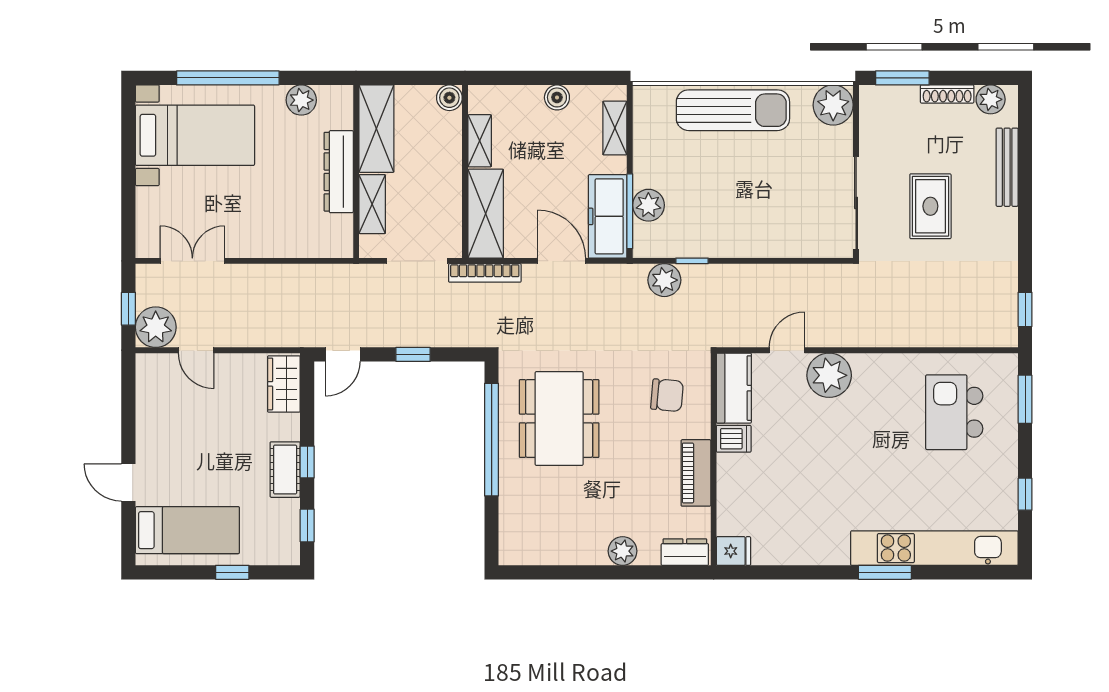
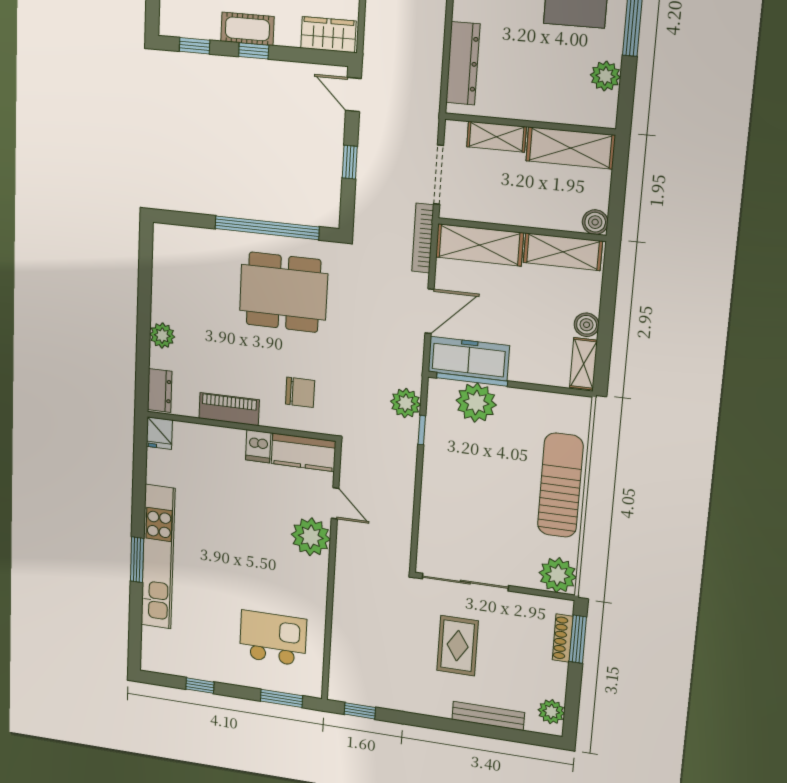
shoe rack: (947, 94) -> (563, 638), moved
sun lounger: (733, 110) -> (560, 485), turned 180
shelving: (615, 128) -> (584, 364), moved, turned 90
shelving: (480, 141) -> (563, 252), width x1.50, depth x1.33
dresser: (339, 172) -> (463, 63), moved, turned 90
plant: (648, 205) -> (476, 403), width x1.36, depth x1.36
rug: (930, 206) -> (458, 646), turned 90
chair: (667, 395) -> (300, 392), turned -95
kitchen unit: (934, 548) -> (158, 557), moved

